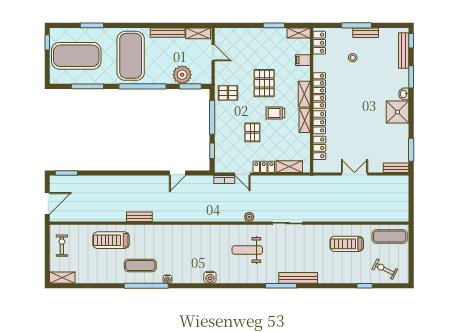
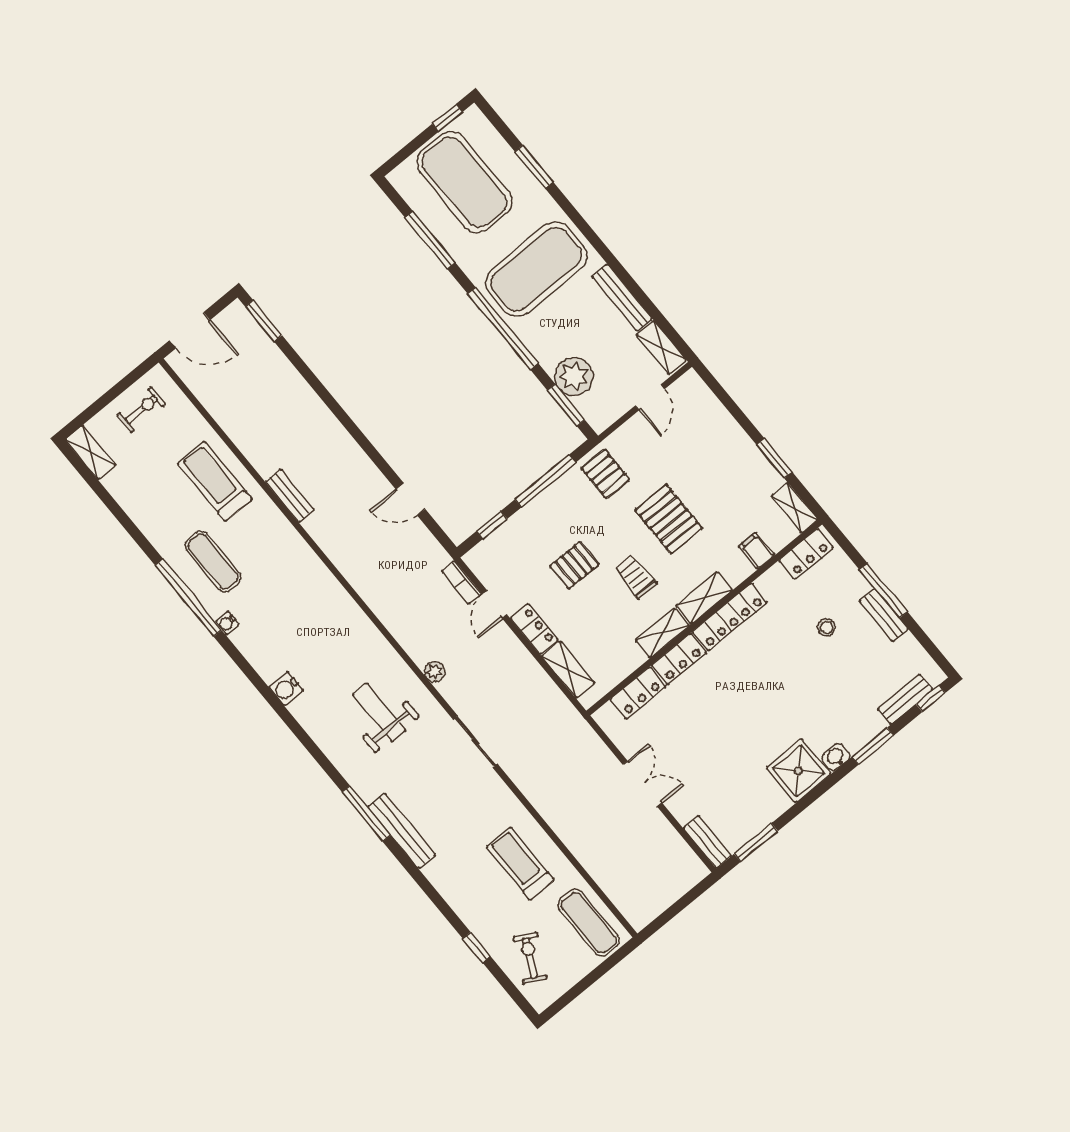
bench: (404, 51) -> (905, 699), width x0.73
pallet: (264, 83) -> (669, 519), turned 90

